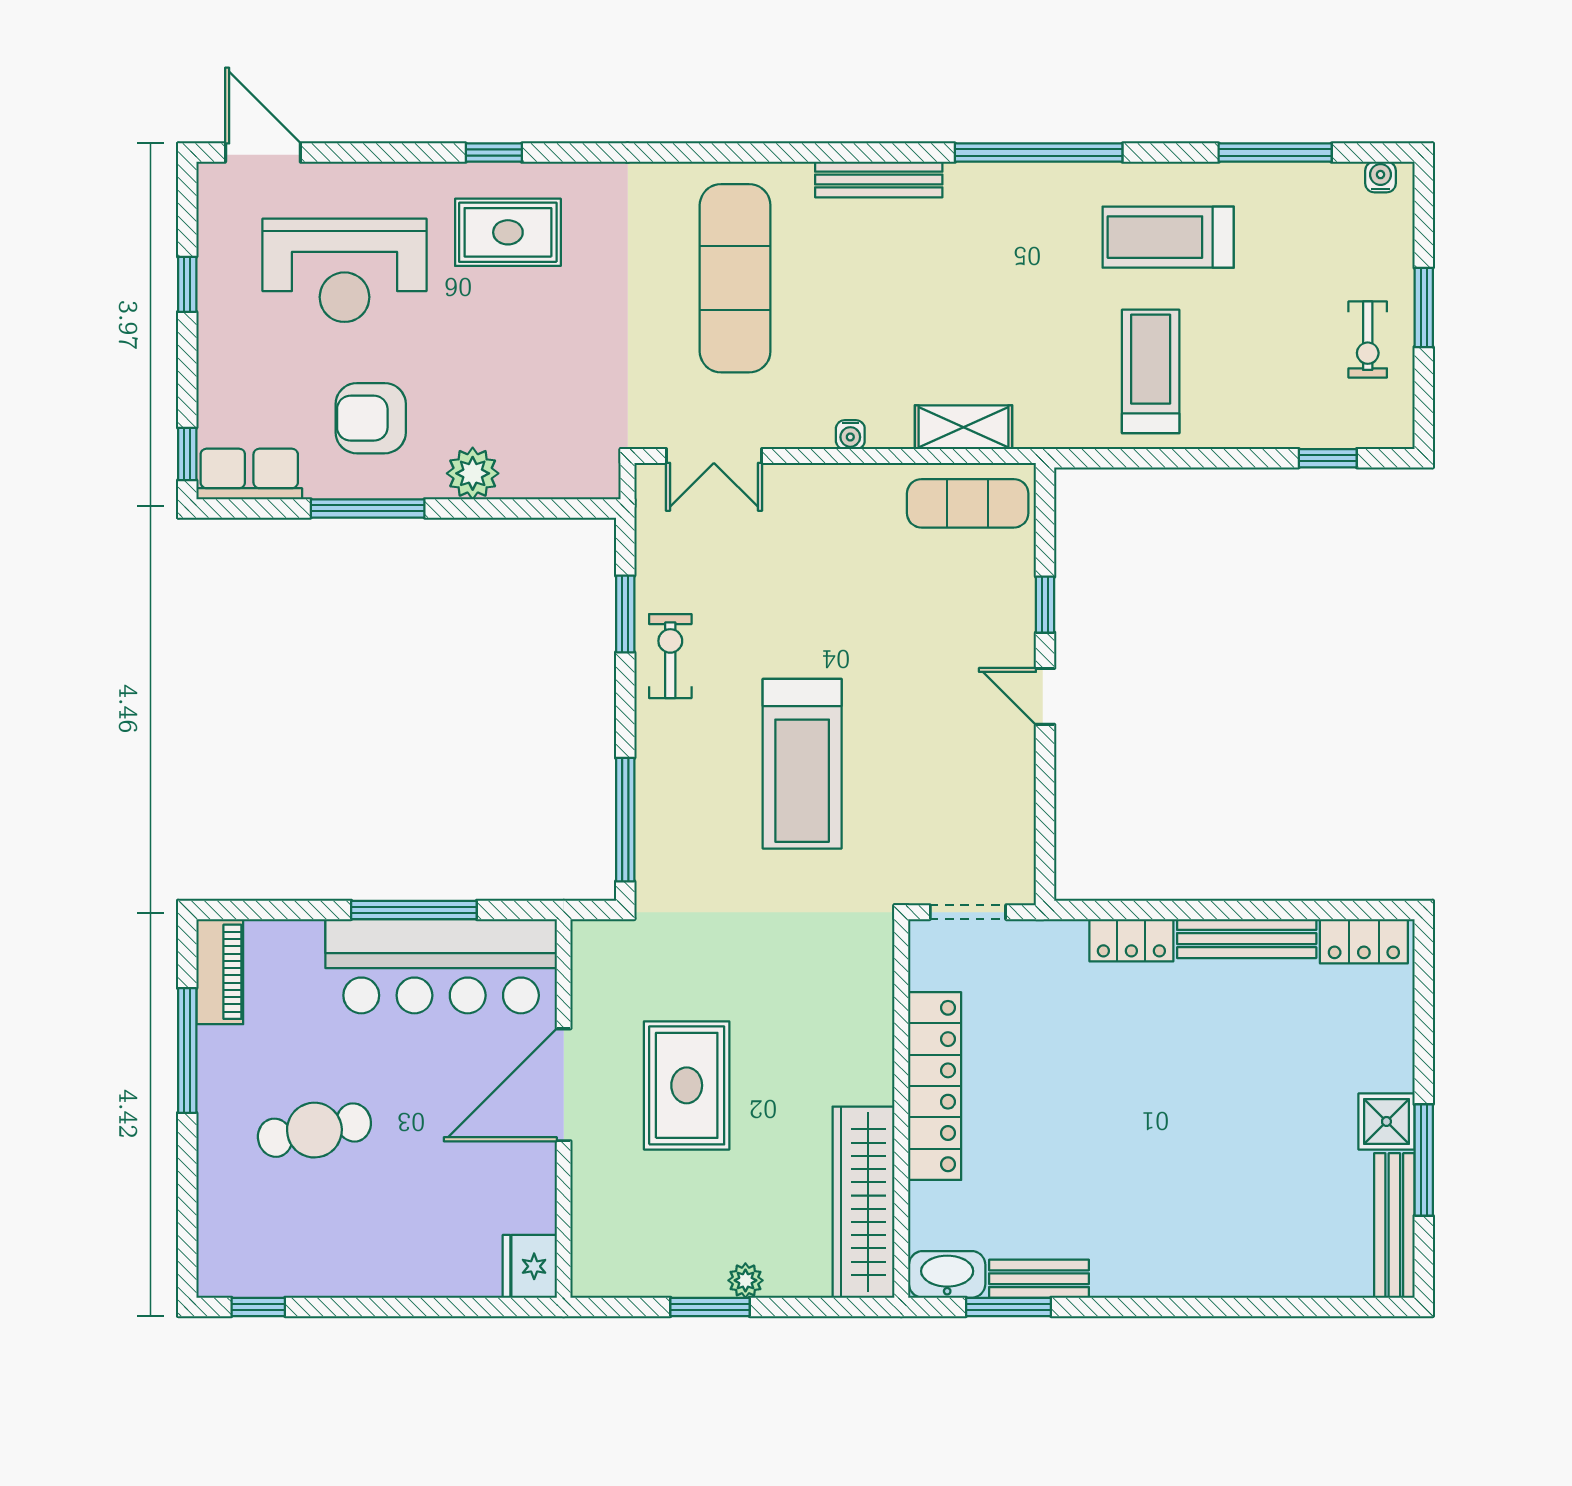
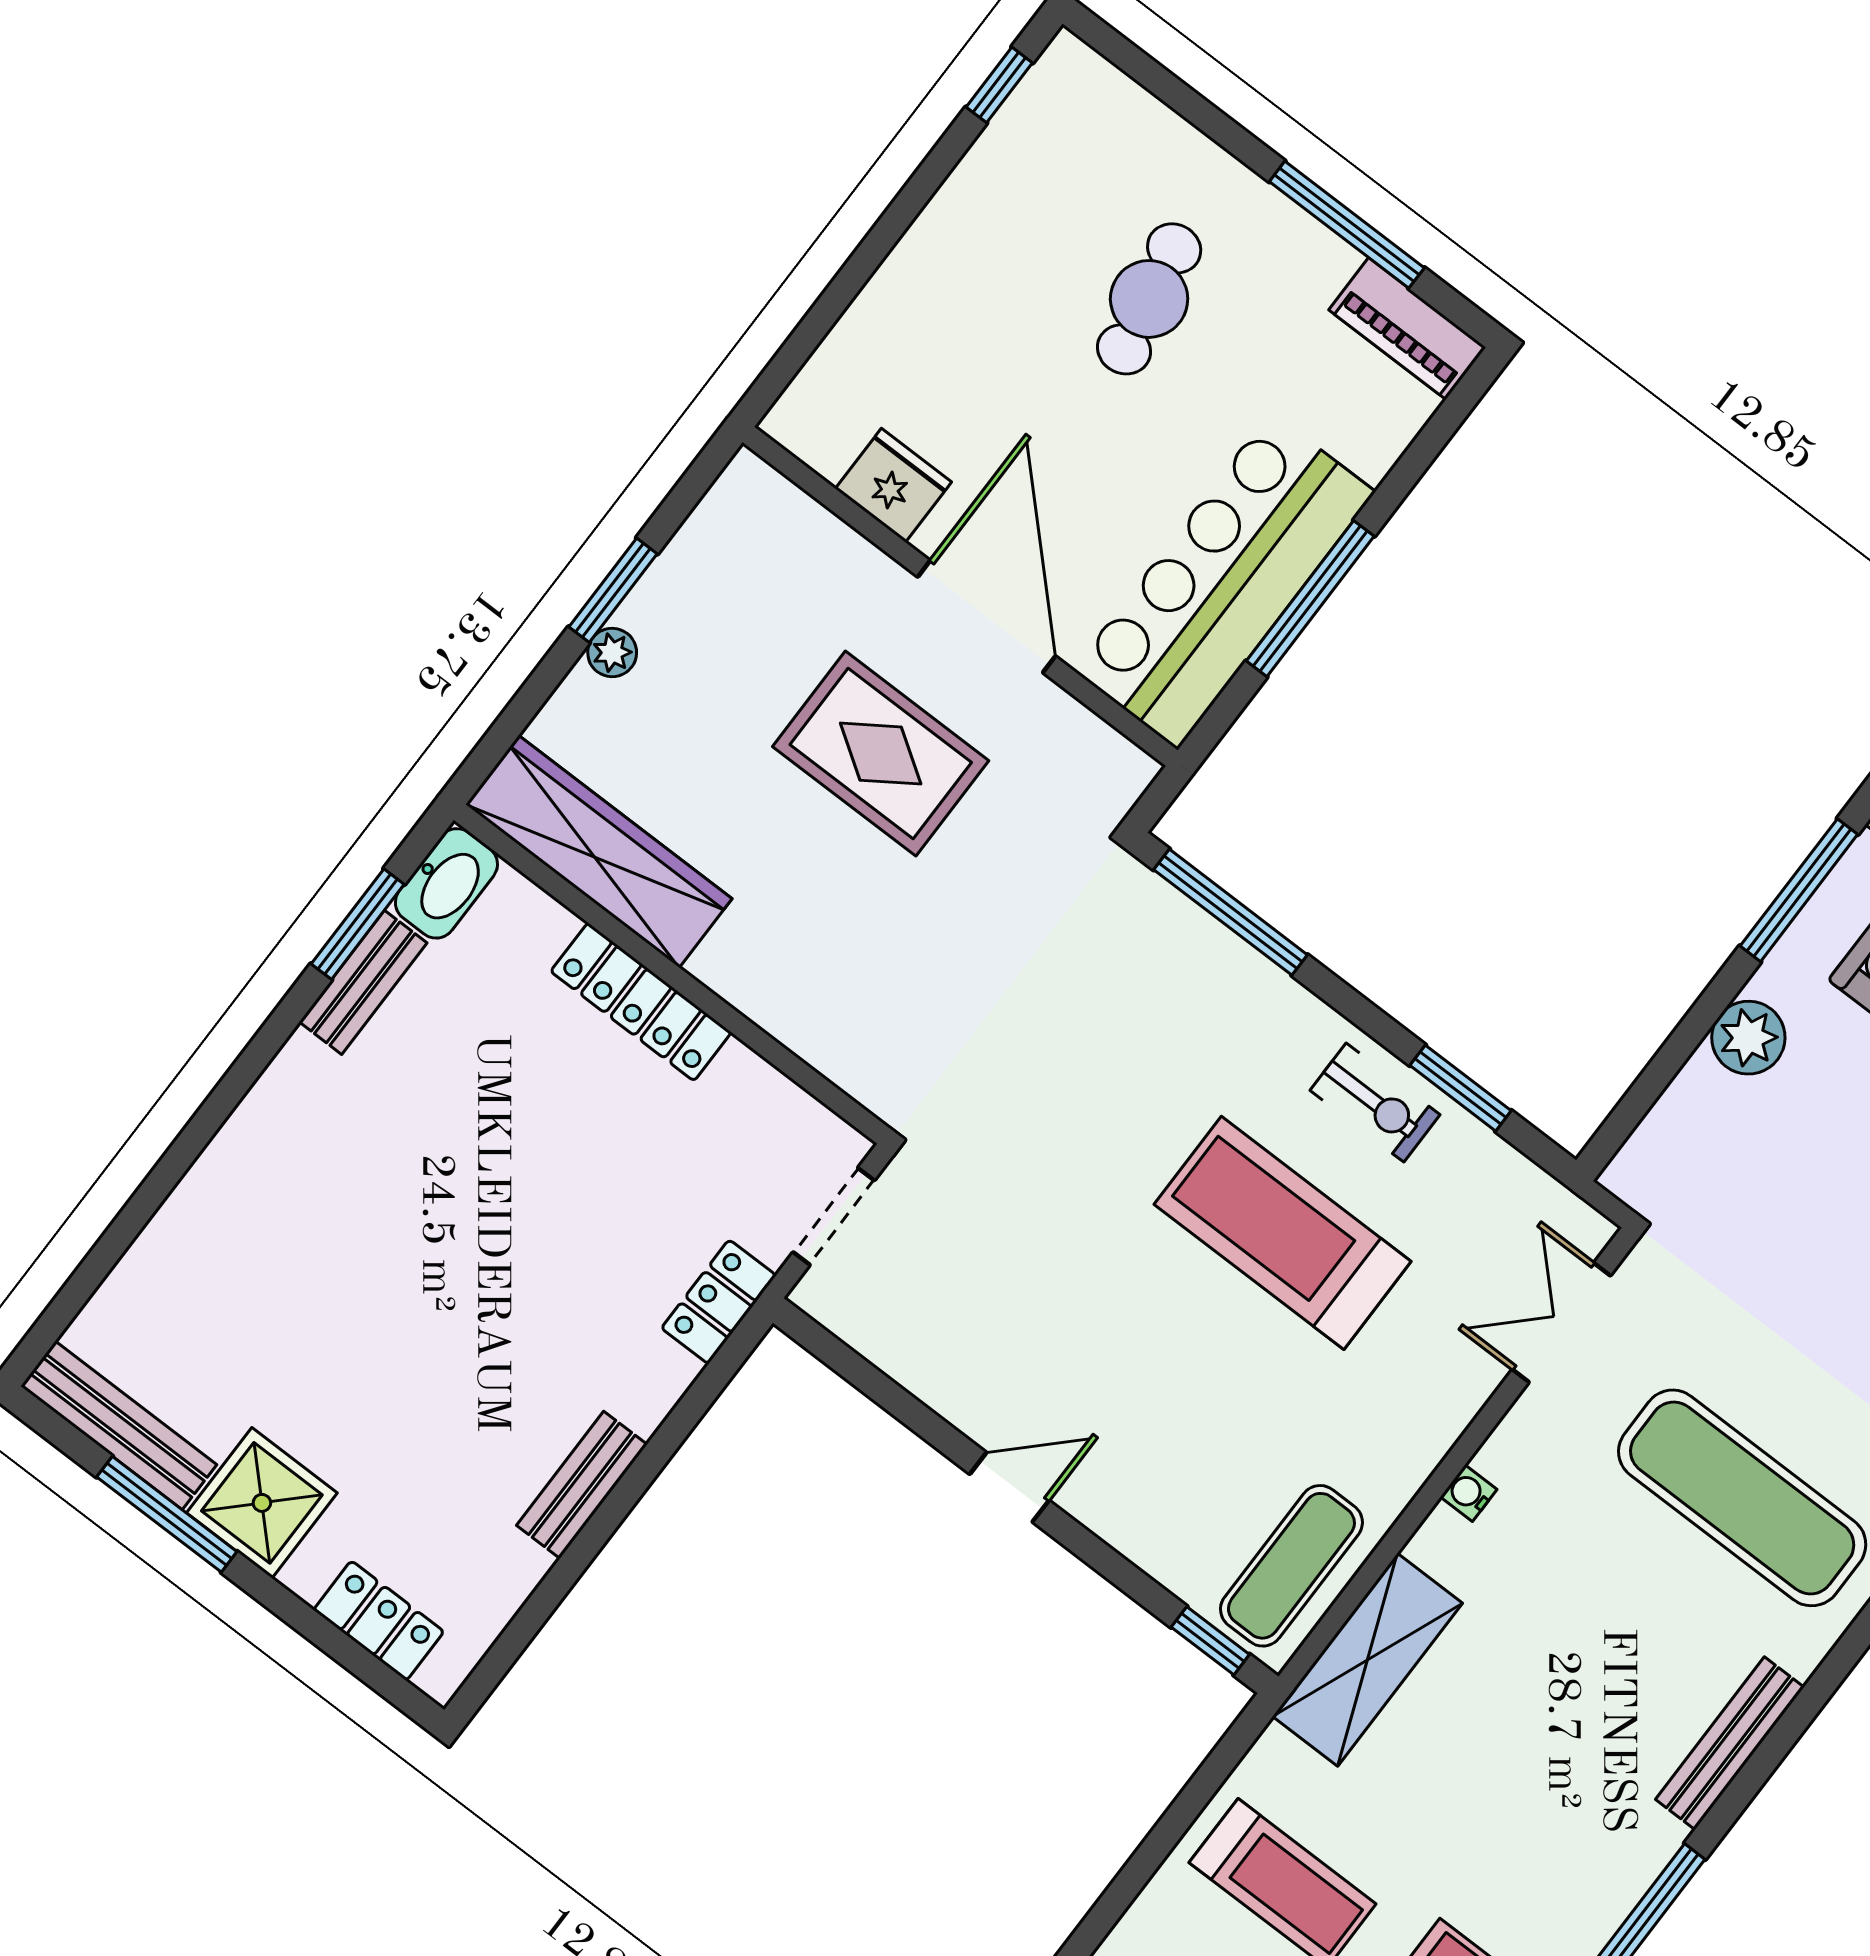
shelving: (964, 427) -> (1367, 1660), width x1.50, depth x1.33
window: (1045, 605) -> (1210, 1641), moved
treadmill: (802, 764) -> (1283, 1233), moved
bench: (1247, 939) -> (582, 1485), width x0.73
locker: (1131, 940) -> (719, 1302), moved
locker: (1364, 941) -> (379, 1621), moved, turned 90
locker: (935, 1086) -> (641, 1002), width x0.71, depth x0.83
shower: (1386, 1121) -> (262, 1503), width x1.36, depth x1.36
fridge: (530, 1266) -> (893, 485), moved

